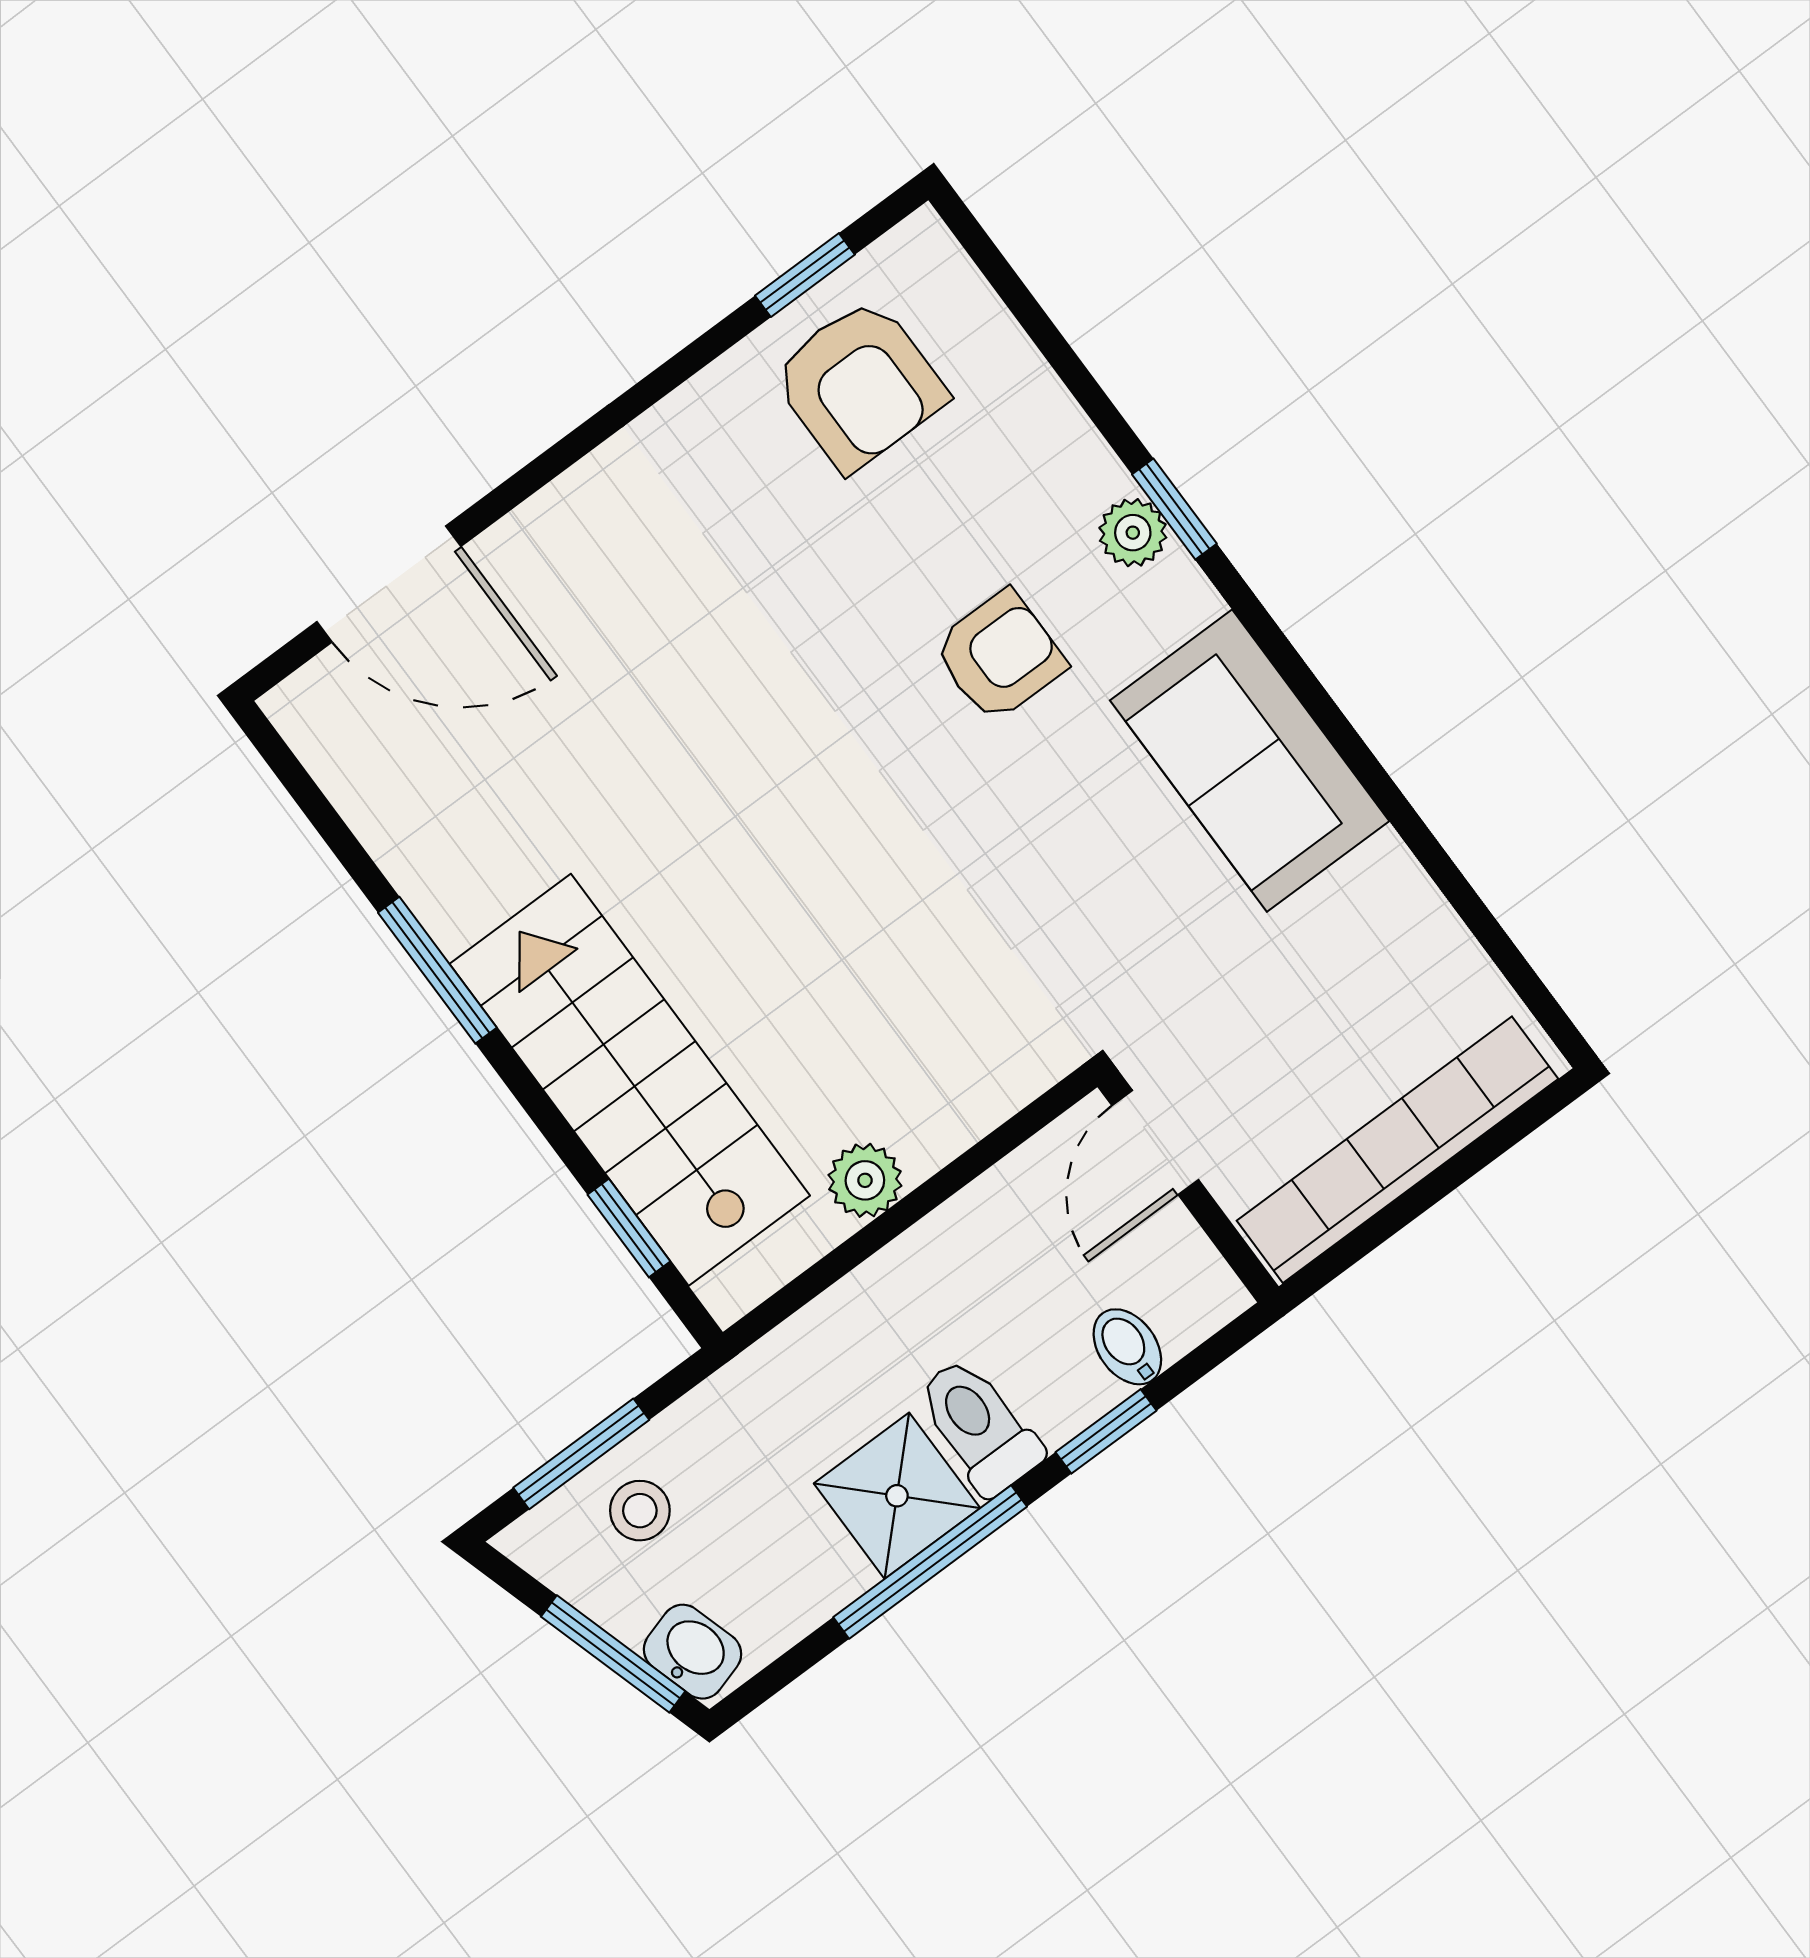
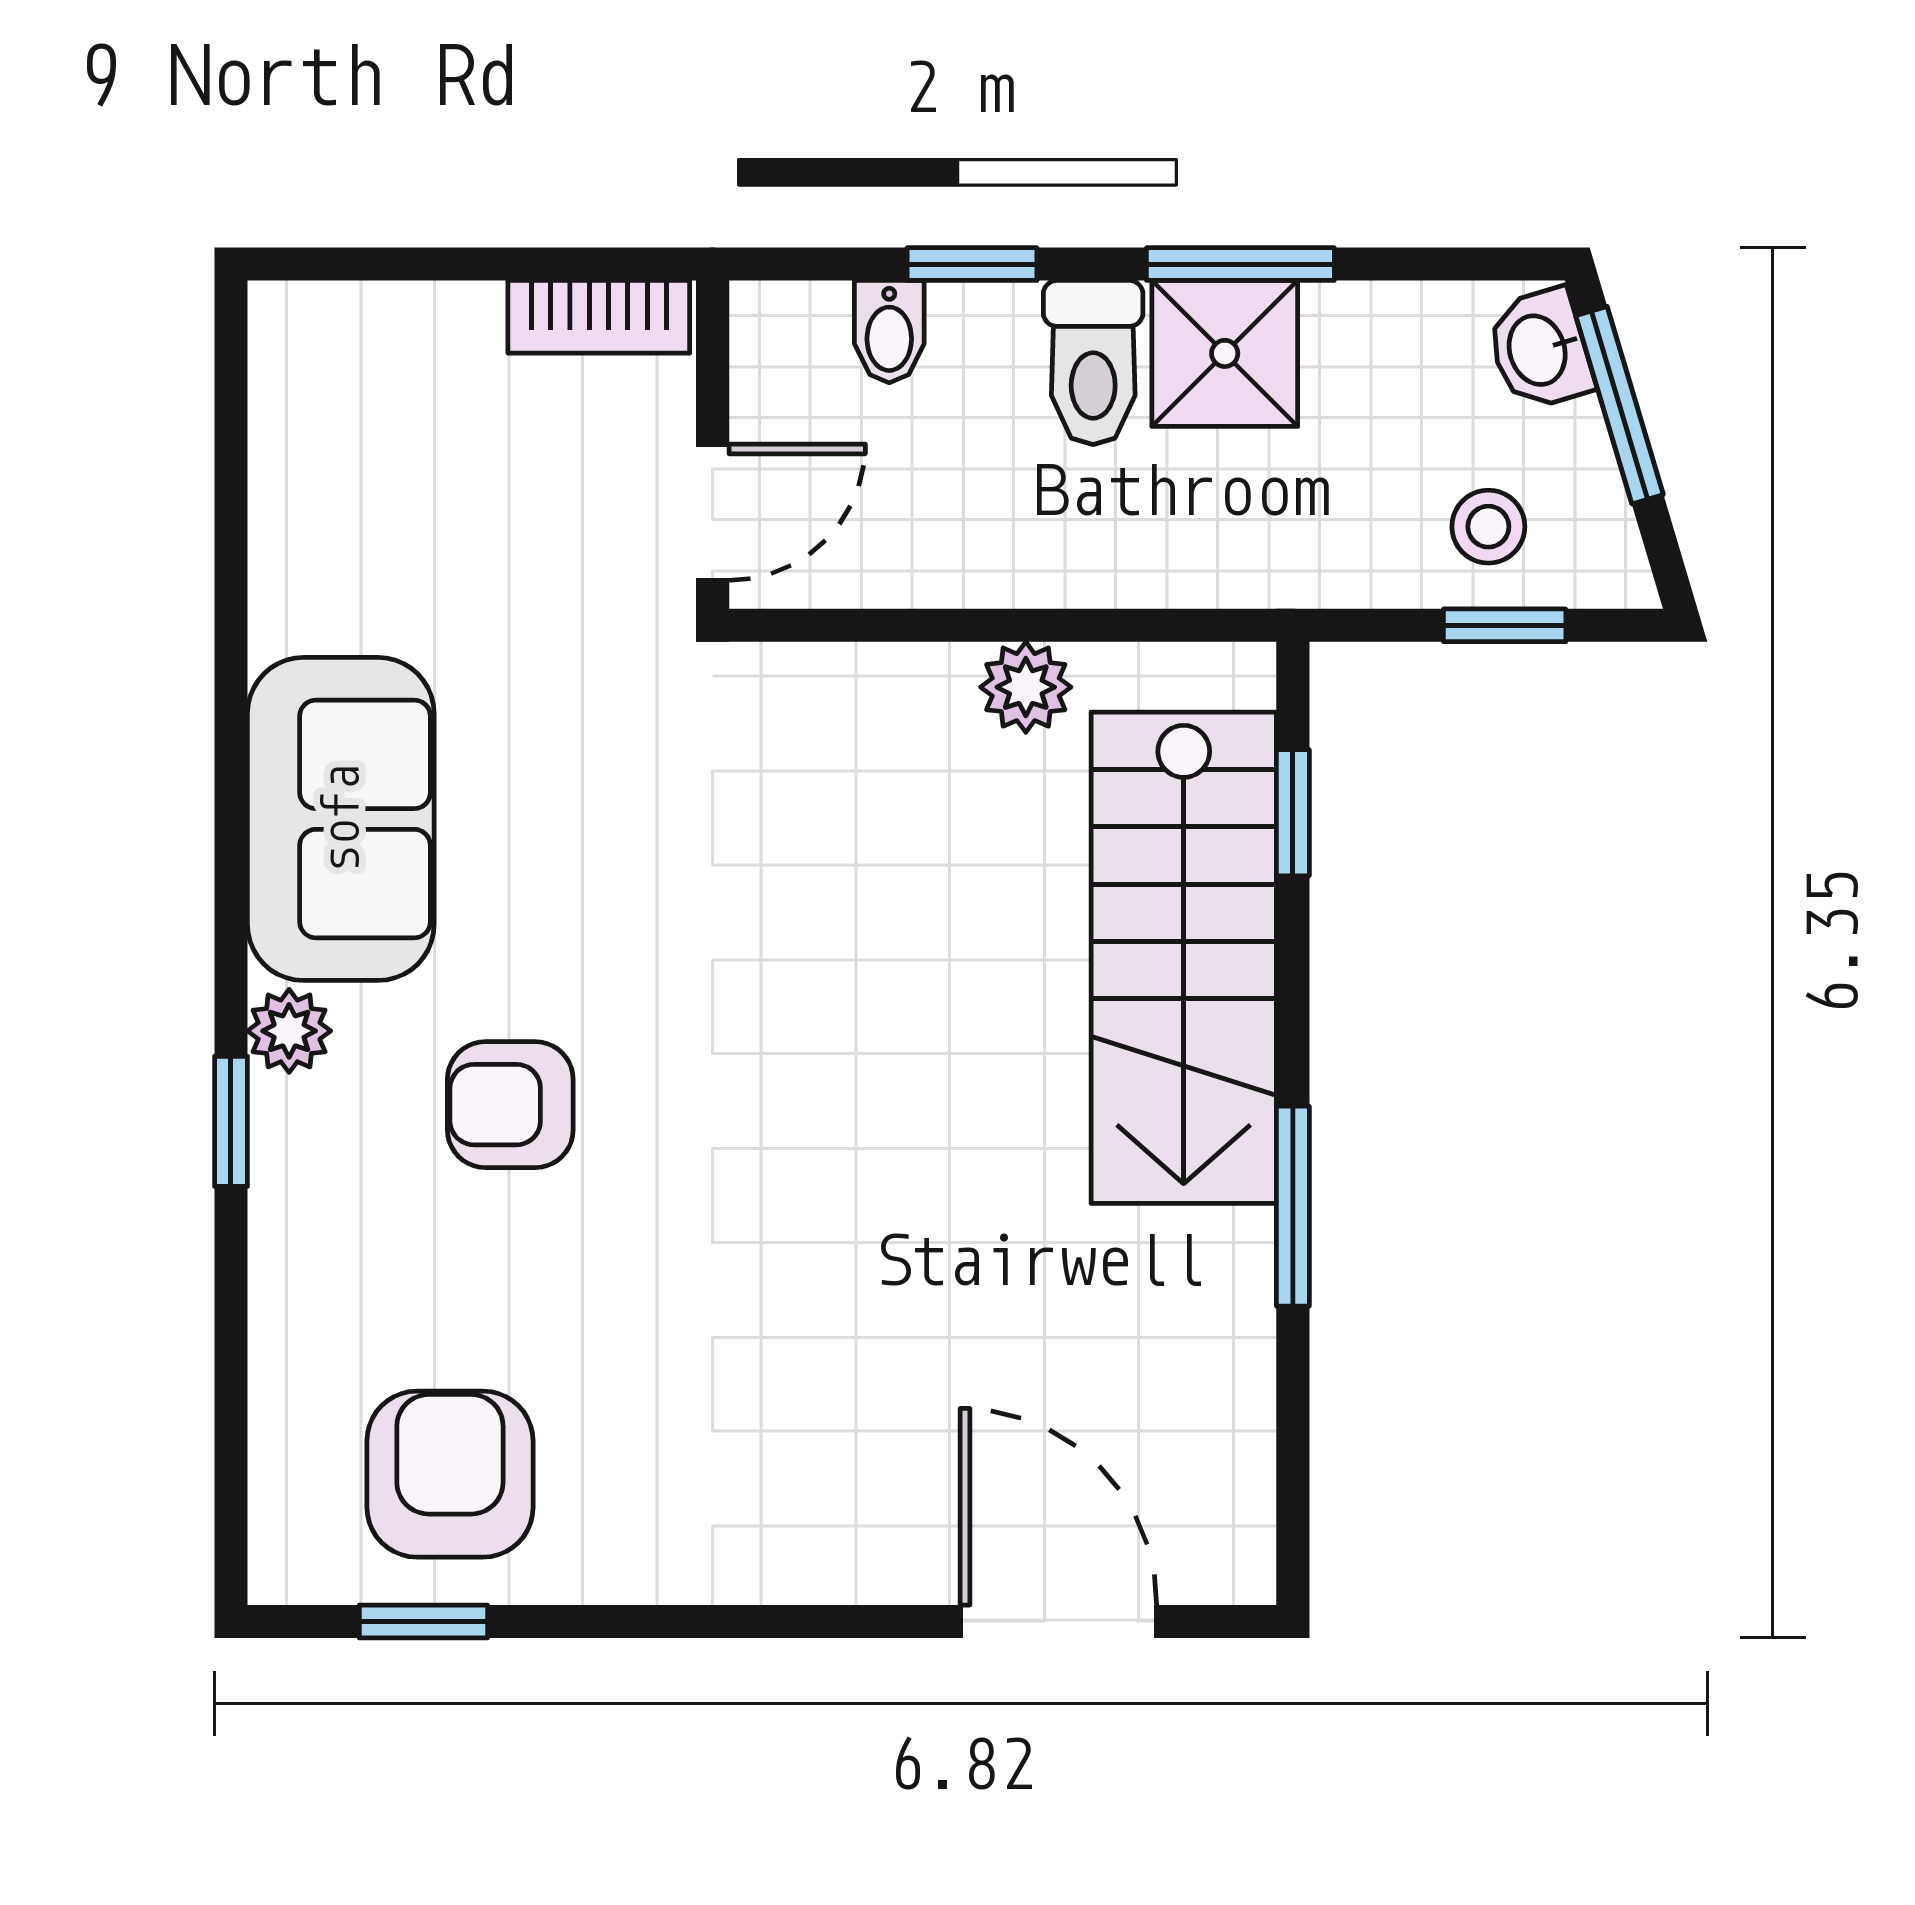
plant: (1133, 533) -> (289, 1031), moved
bookcase: (1397, 1150) -> (599, 317), width x0.43, depth x0.76
window: (581, 1454) -> (1505, 625), width x0.67
window: (930, 1562) -> (1240, 264), width x0.69

